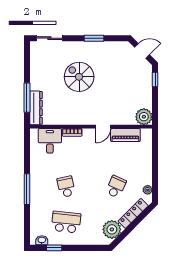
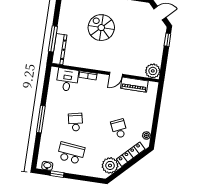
school desk: (116, 187) -> (119, 129), turned -48

